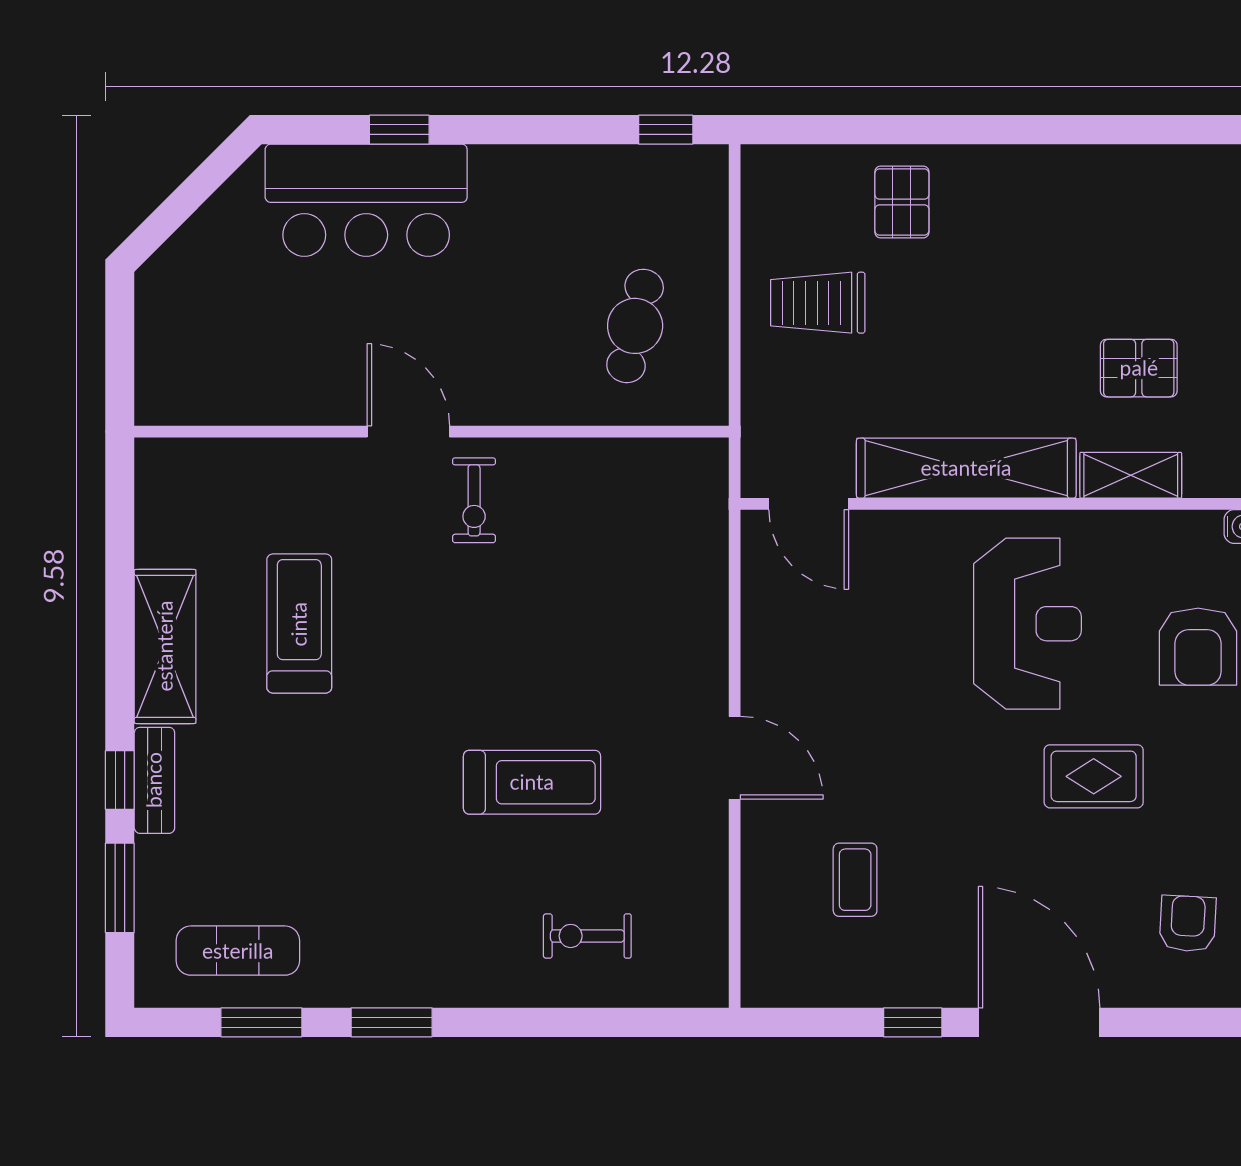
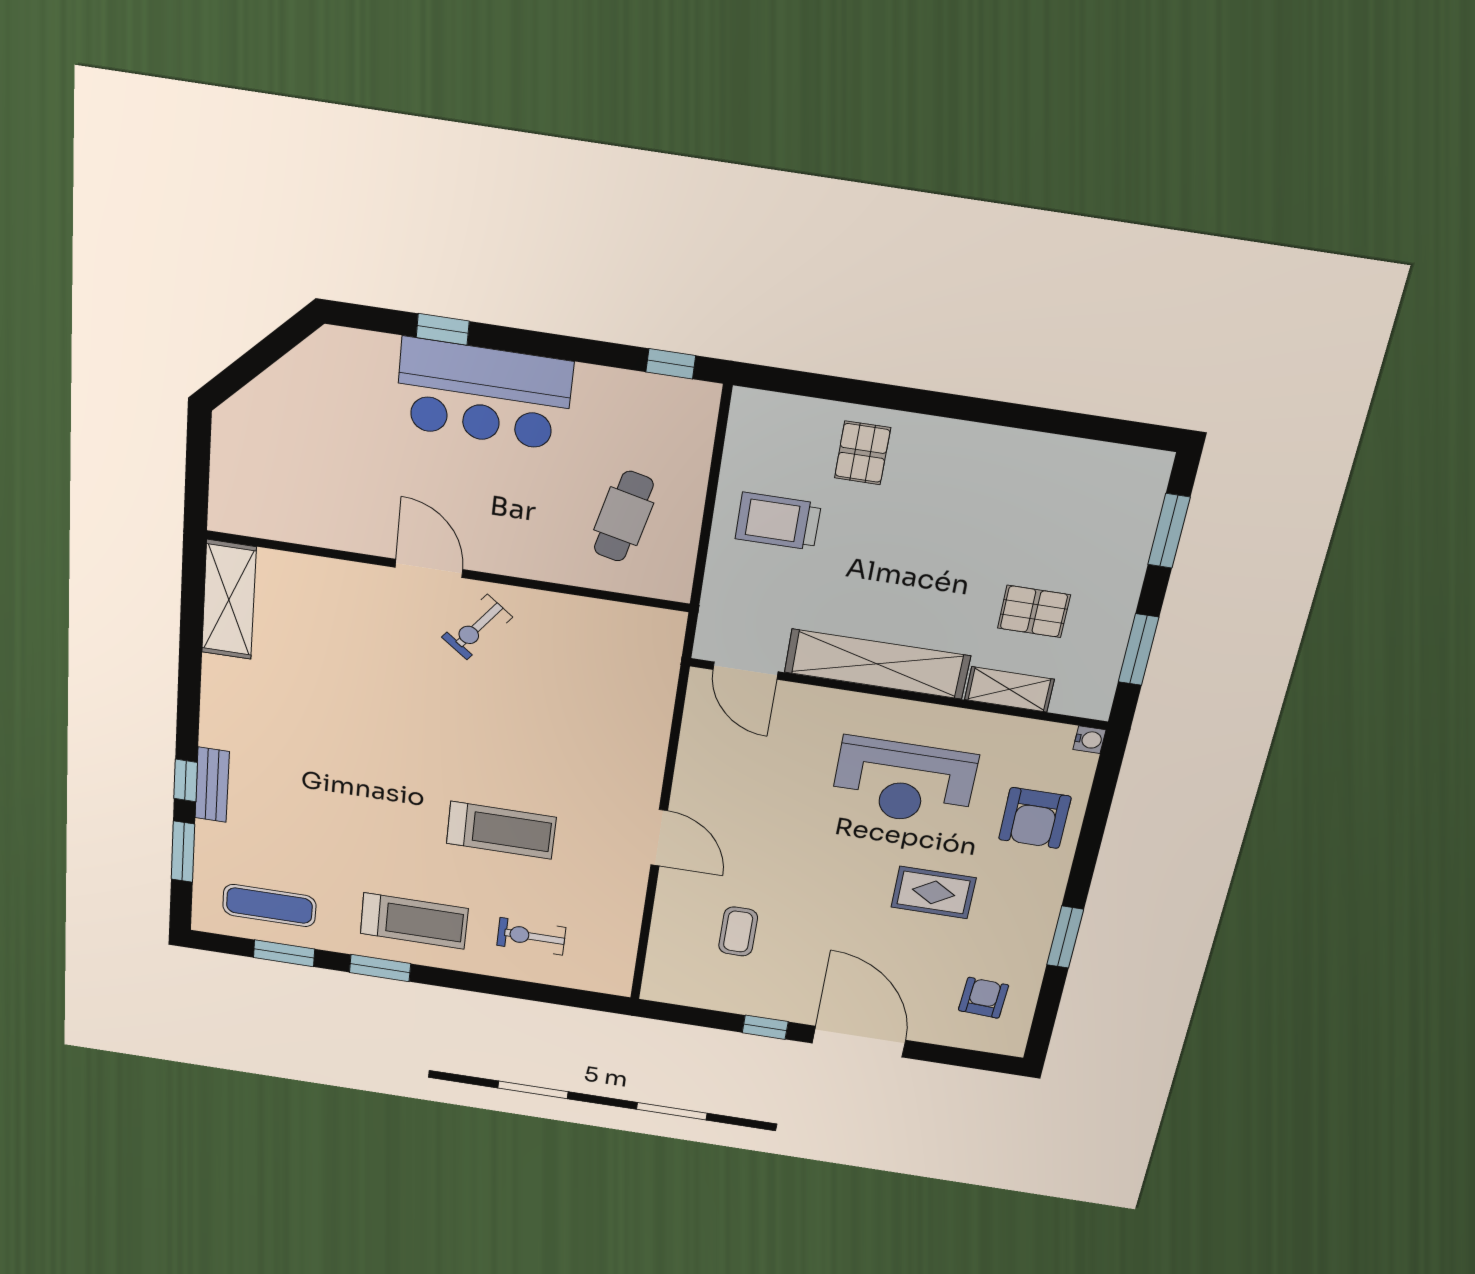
bar counter: (366, 200) -> (484, 394), moved
exercise bike: (474, 500) -> (477, 627), turned 37
treadmill: (299, 624) -> (414, 921), moved, turned 90
reception desk: (1027, 624) -> (904, 782), turned 90
shelving: (165, 646) -> (229, 600), moved

